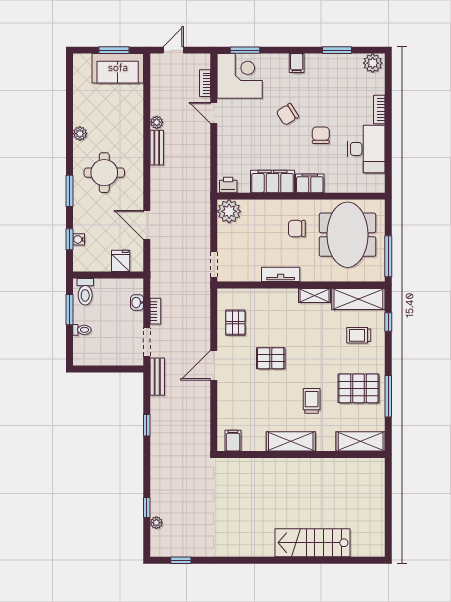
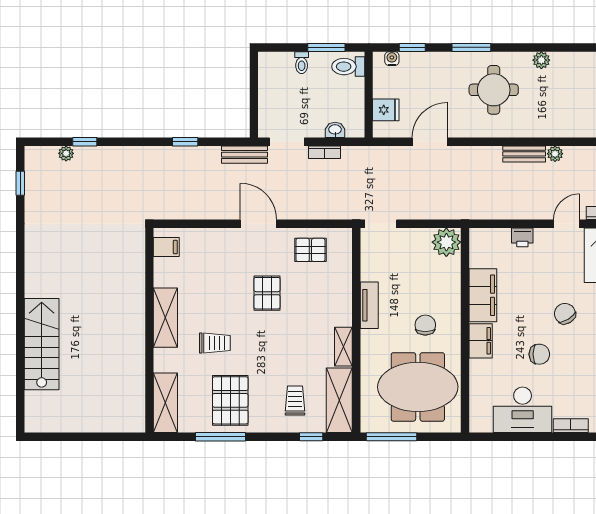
printer: (228, 185) -> (522, 237), moved, turned 90
water cooler: (79, 239) -> (392, 59), moved

